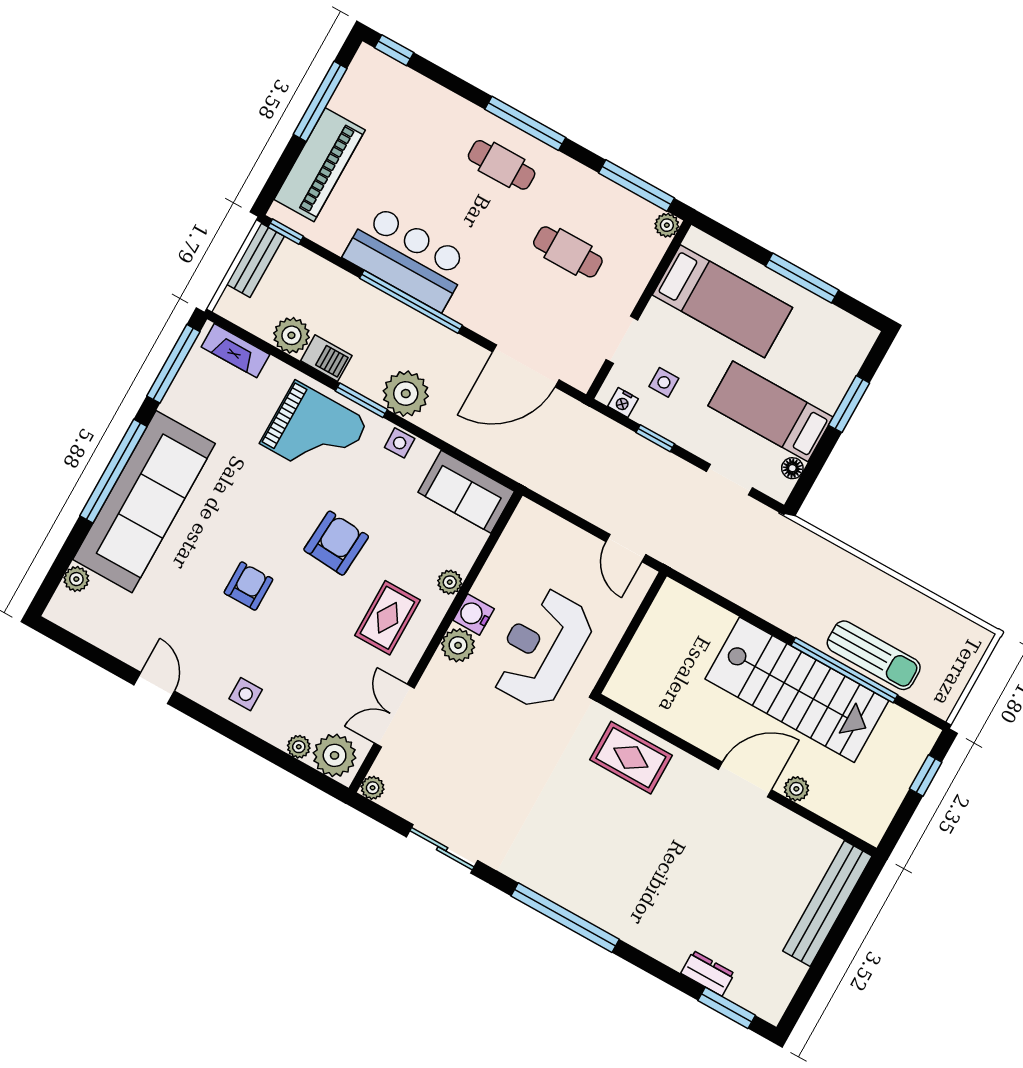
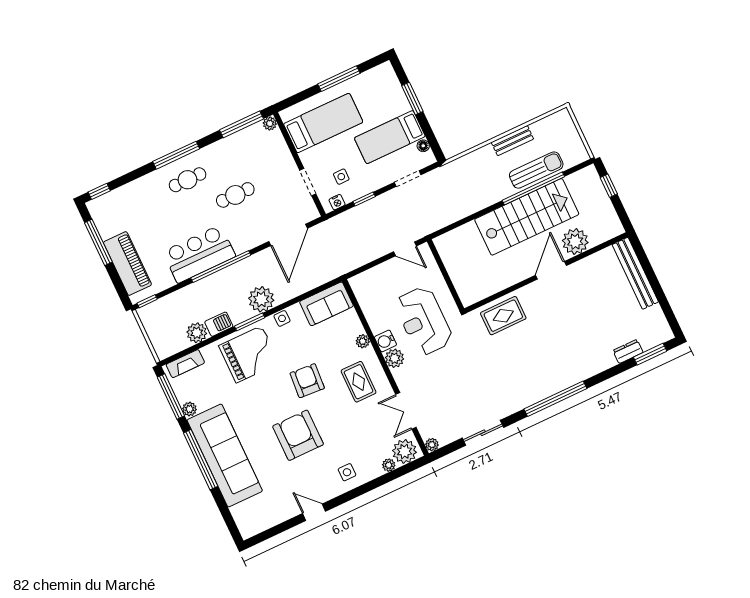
cafe table: (568, 252) -> (235, 195), moved
bench: (255, 260) -> (512, 141), moved, turned 90
plant: (76, 579) -> (190, 409), moved
armchair: (248, 586) -> (298, 435), width x1.88, depth x1.88
plant: (796, 789) -> (575, 242), width x1.88, depth x1.88

